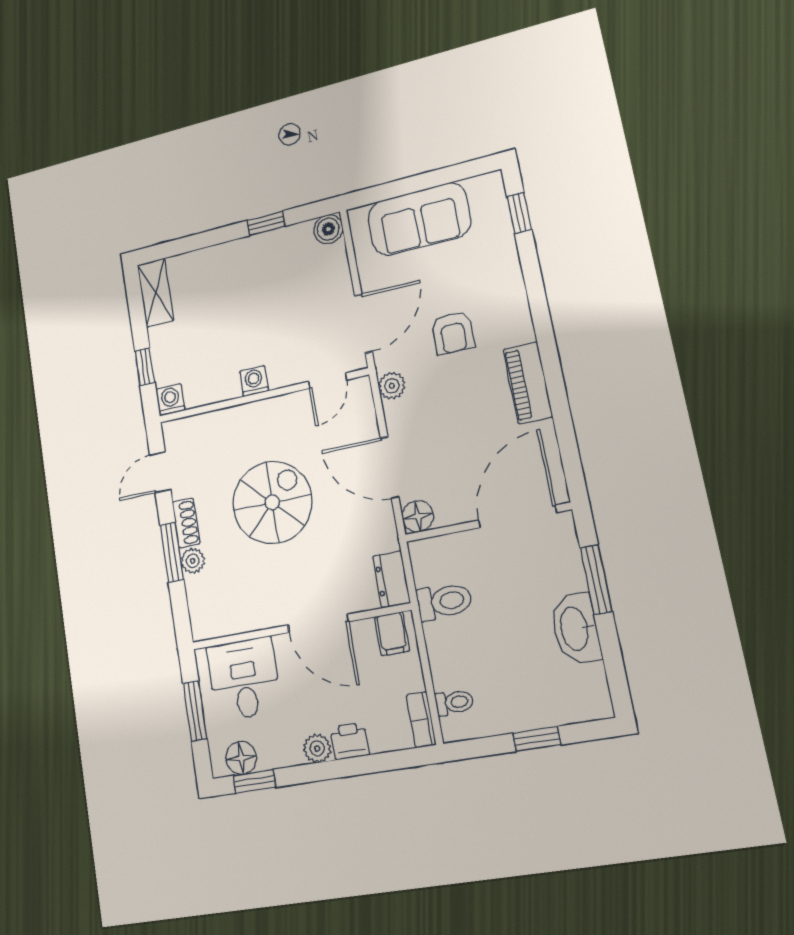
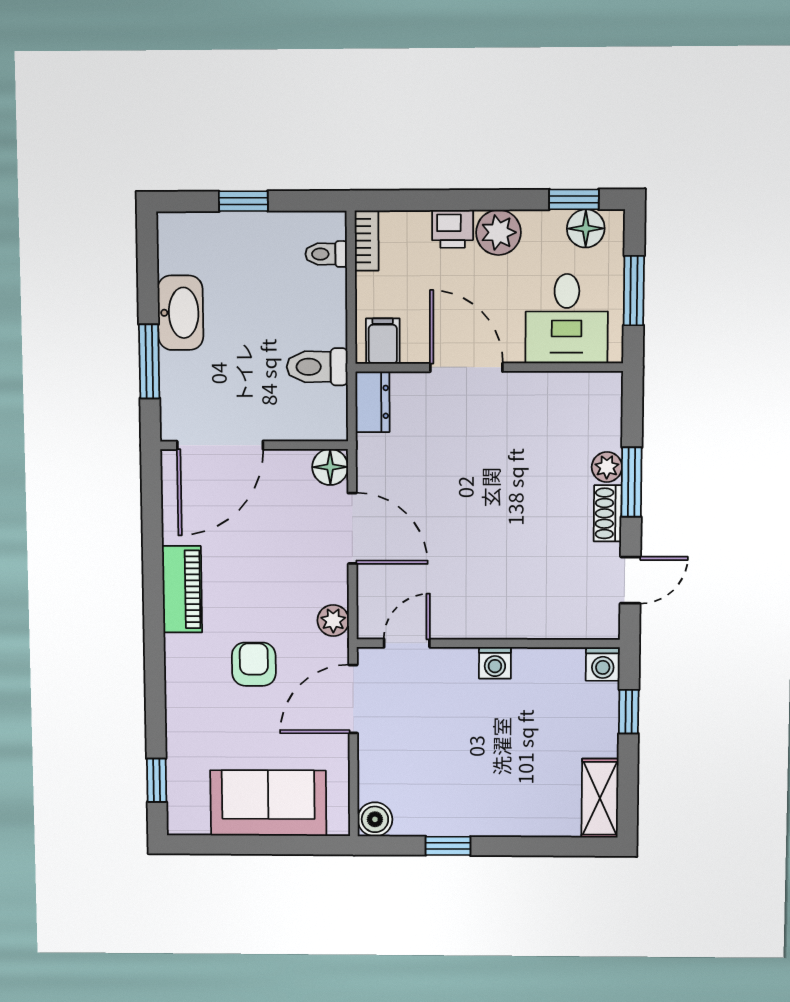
spiral stairs: (272, 502) -> (497, 516), removed
plant: (317, 748) -> (498, 232), width x1.38, depth x1.38

